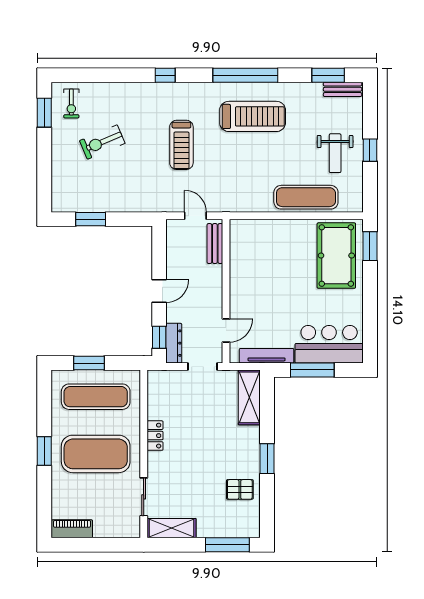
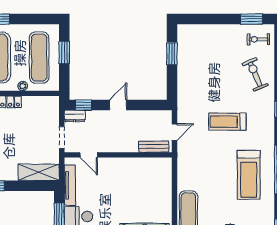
exercise bike: (102, 142) -> (255, 74), moved
door: (159, 291) -> (118, 105), swing flipped
dresser: (174, 343) -> (75, 116), width x0.70
plant: (134, 419) -> (23, 86), added

